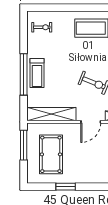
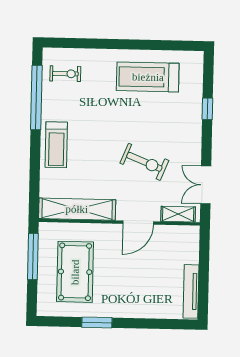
window: (24, 74) -> (36, 97), moved

